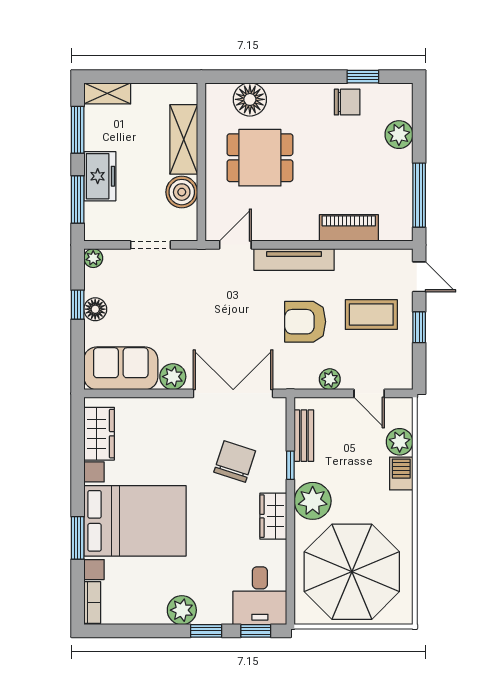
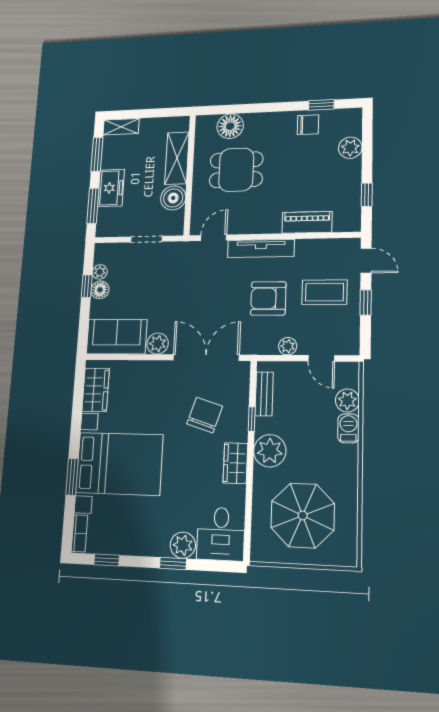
window: (419, 195) -> (367, 195), width x0.46
plant: (93, 258) -> (100, 272), moved
parasol: (352, 572) -> (303, 515), width x0.73, depth x0.73
plant: (182, 610) -> (183, 545), moved
window: (256, 631) -> (107, 560), moved

